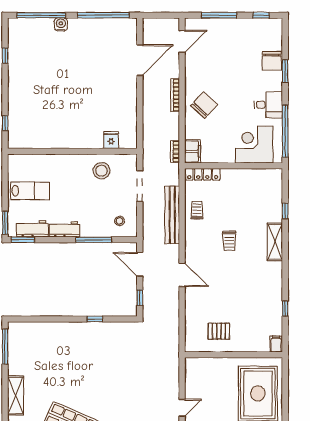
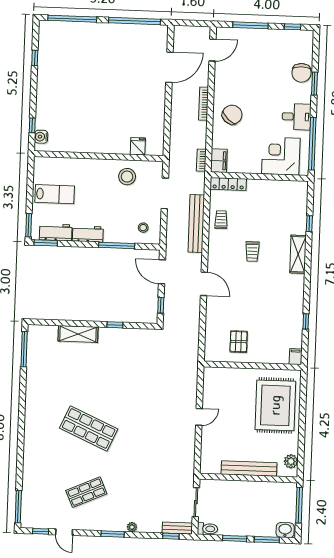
water cooler: (61, 24) -> (41, 137), moved, turned -90
pallet: (219, 331) -> (239, 342), turned 90
shelving: (16, 395) -> (78, 334), moved, turned 90

